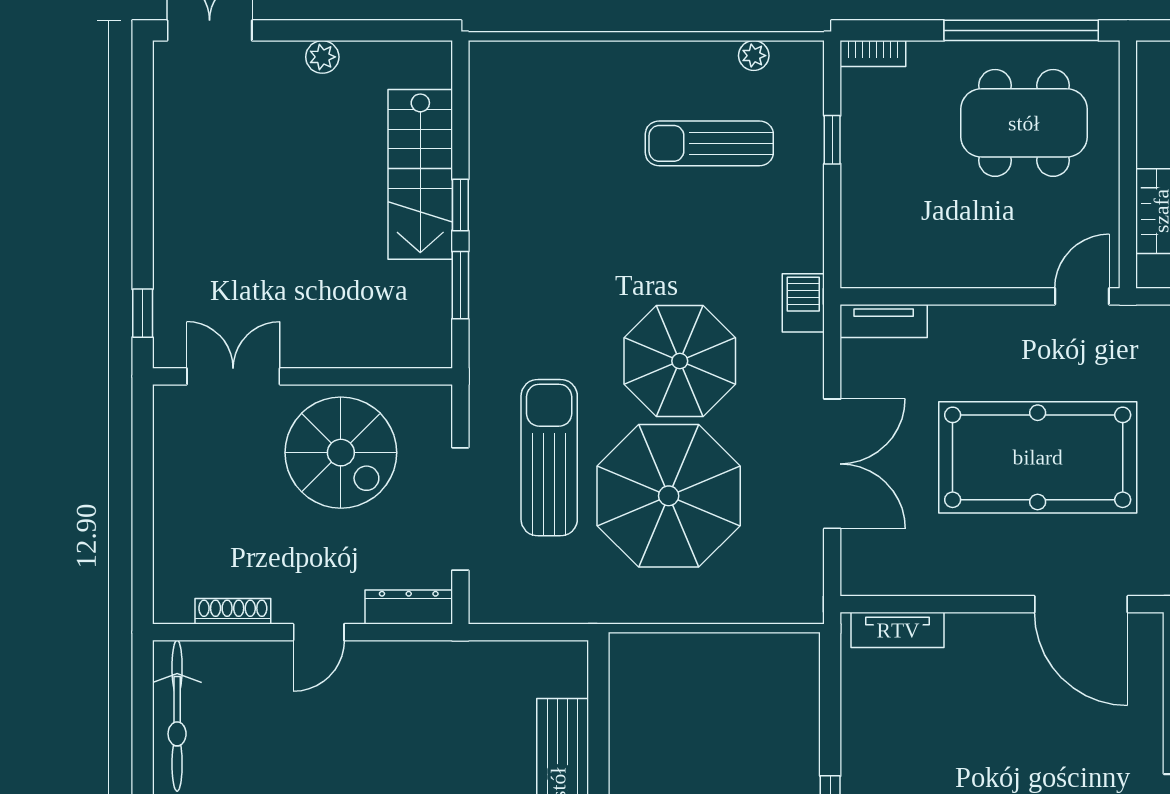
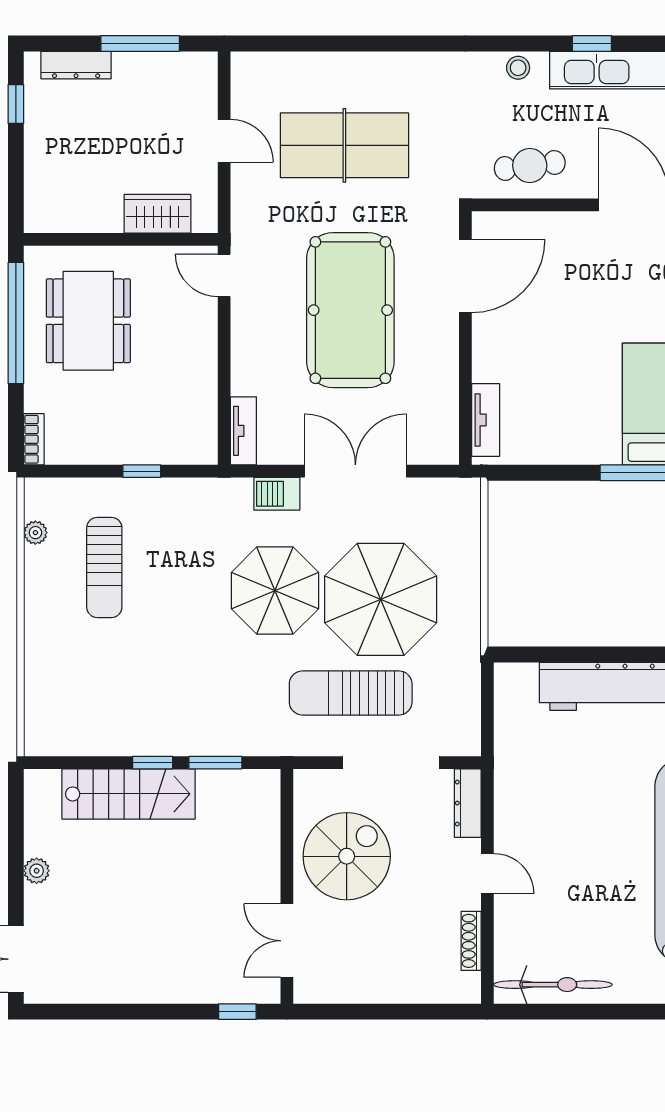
window: (832, 140) -> (142, 471), moved
barbecue: (803, 303) -> (277, 494), moved

